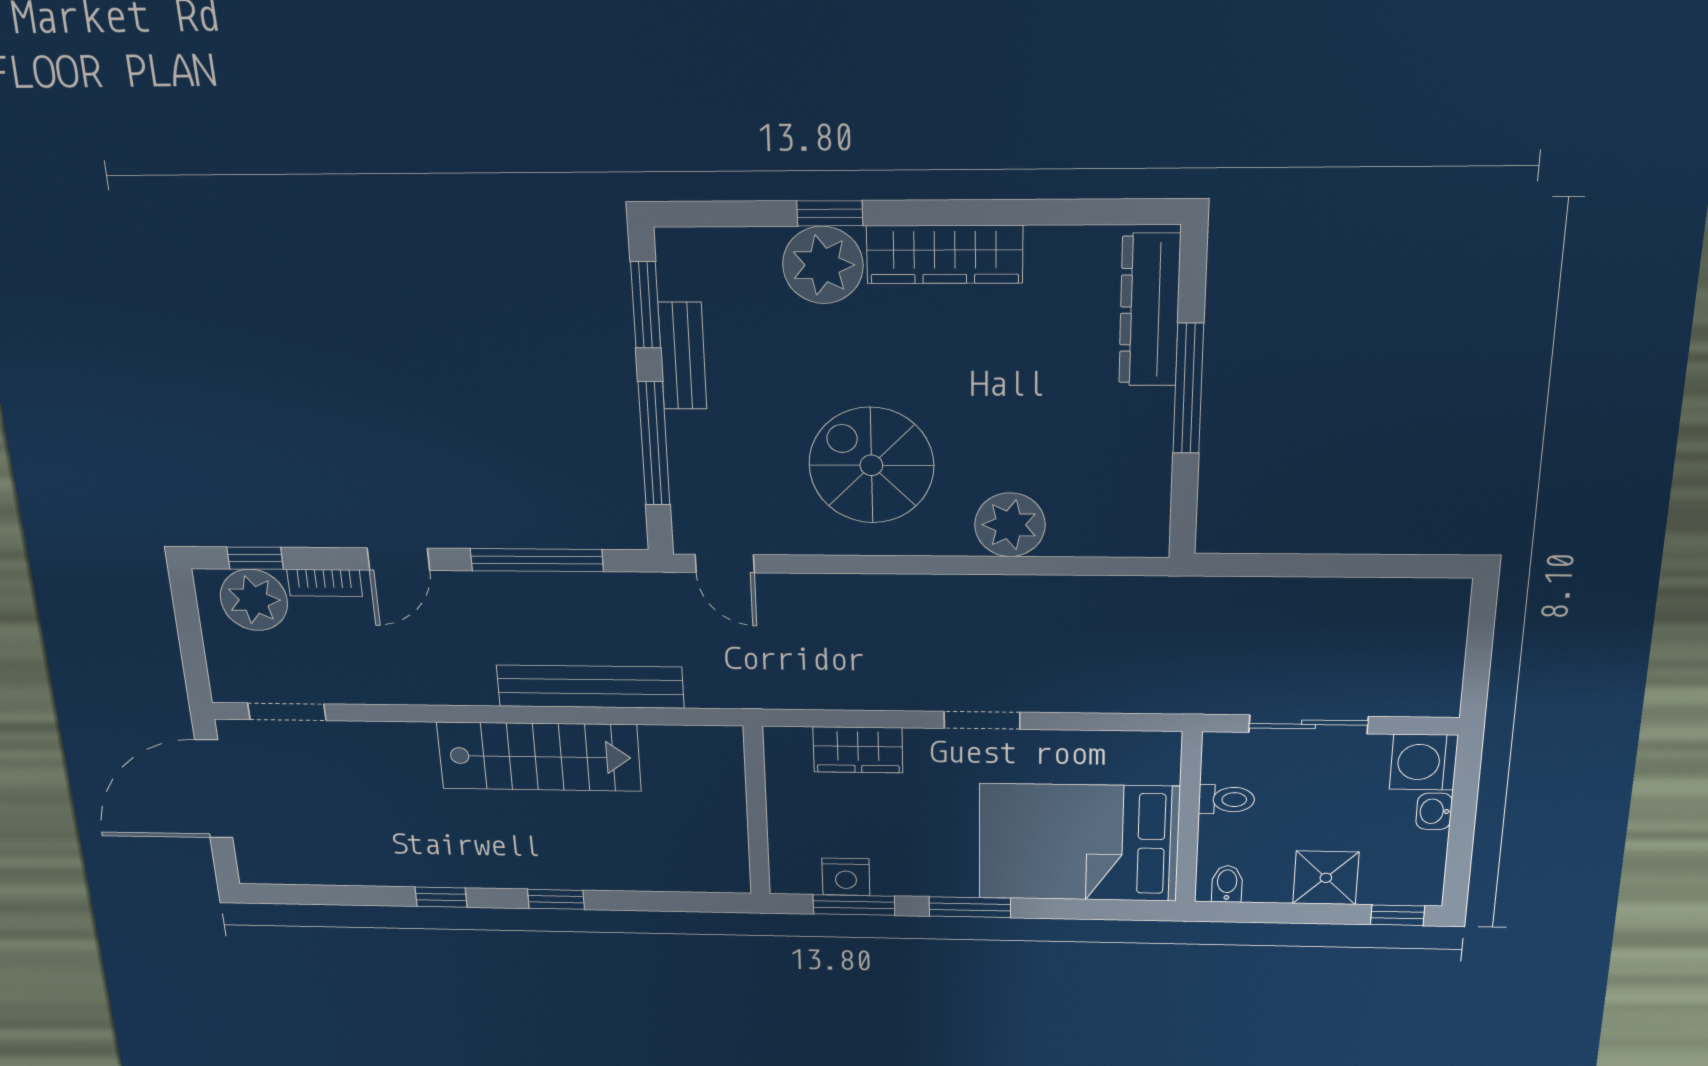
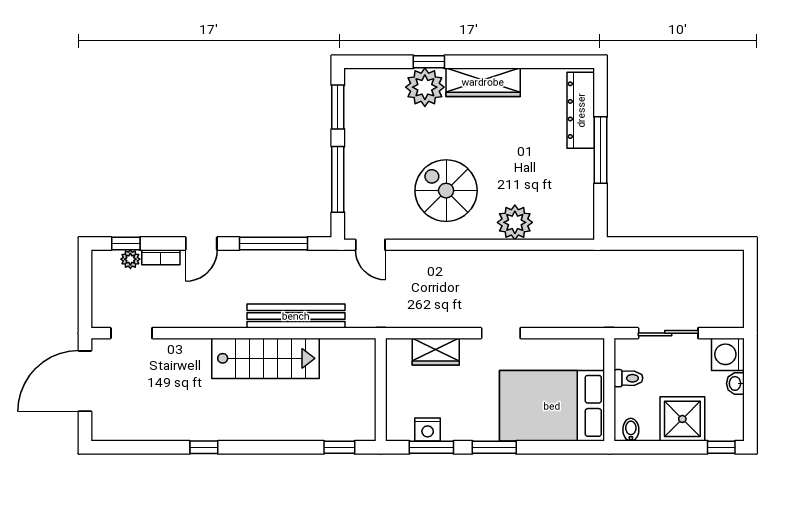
bench: (682, 356) -> (355, 133), removed
plant: (254, 600) -> (130, 259), width x0.53, depth x0.53
shower: (1326, 878) -> (682, 419), width x1.36, depth x1.36
window: (556, 899) -> (339, 447), moved

